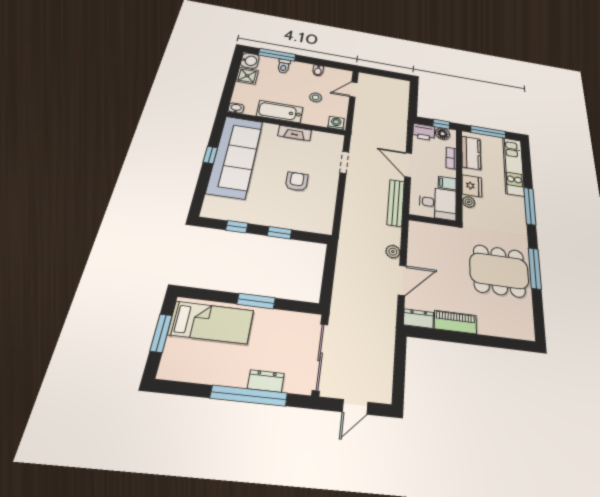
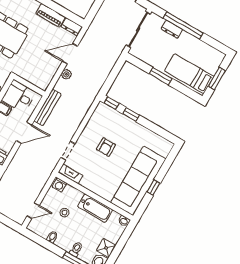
fireplace: (295, 133) -> (71, 174), moved
door: (408, 165) -> (24, 133), hinge flipped
window: (237, 227) -> (112, 103), moved

